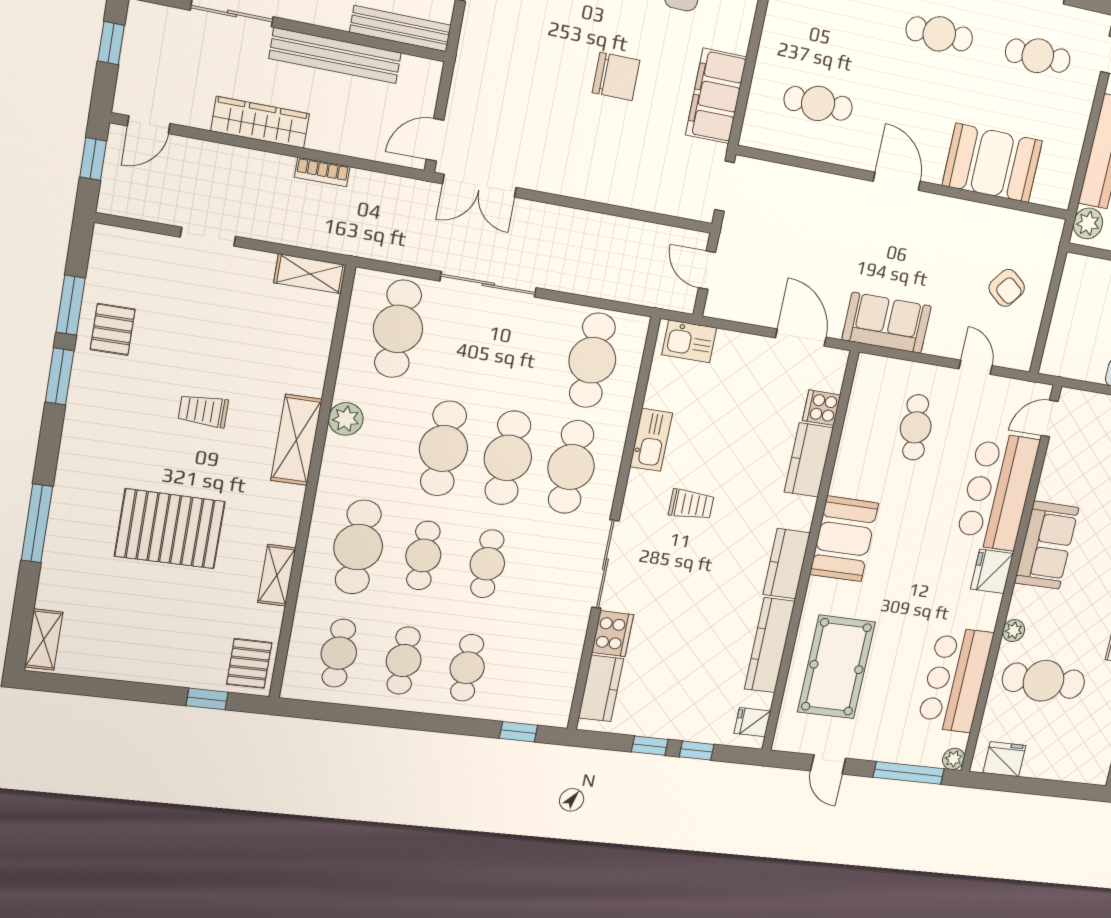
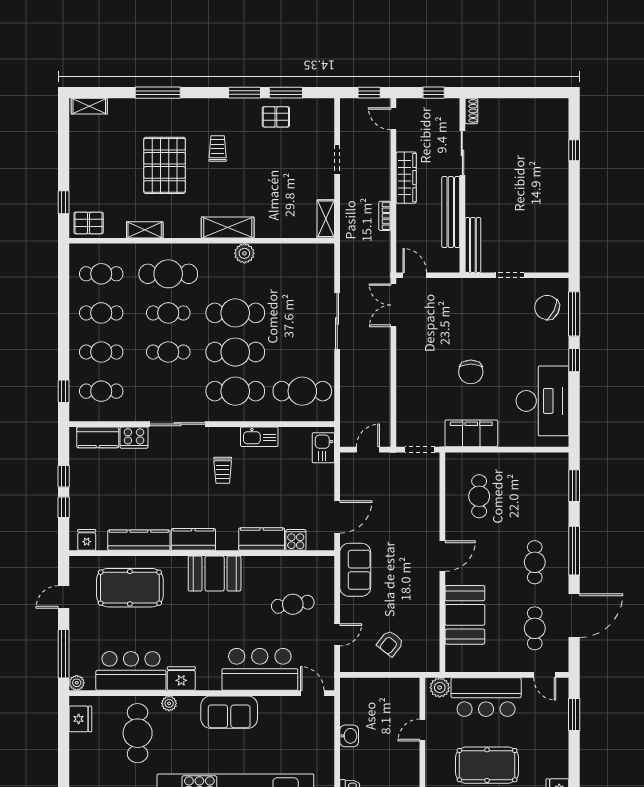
cafe table: (398, 329) -> (101, 391), moved, width x0.73, depth x0.74
trolley: (203, 411) -> (218, 148), moved
fridge: (992, 571) -> (181, 678), moved

